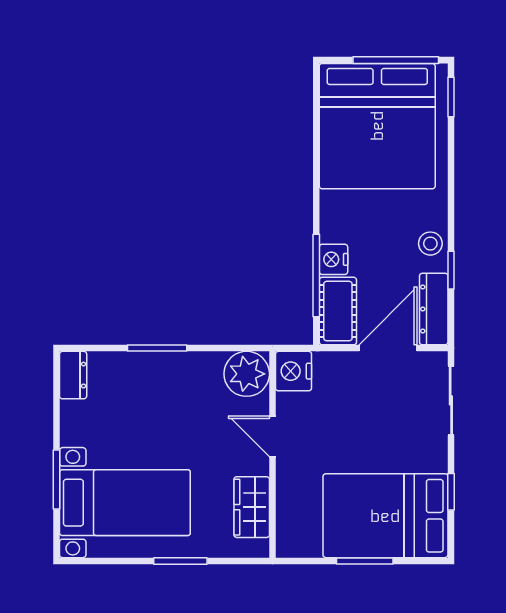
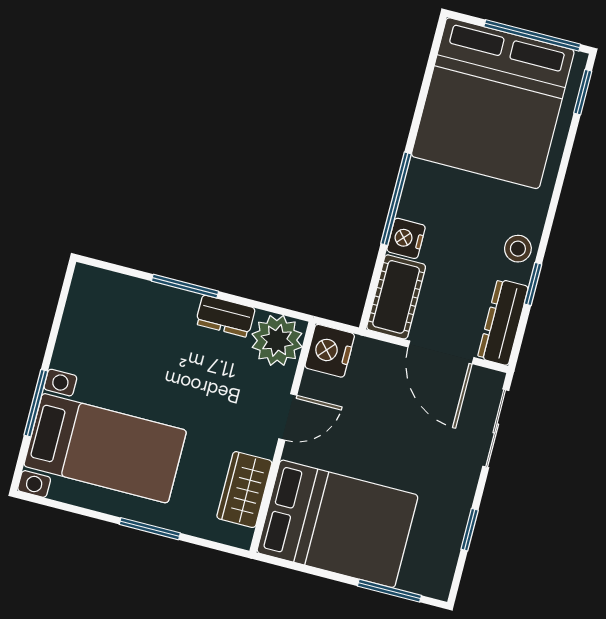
window: (316, 275) -> (396, 199), moved
door: (388, 348) -> (441, 352), swing flipped
dresser: (73, 375) -> (225, 316), moved, turned 90
door: (273, 436) -> (288, 417), swing flipped
bed: (385, 516) -> (337, 524), moved, turned 180
window: (365, 561) -> (389, 591), moved

